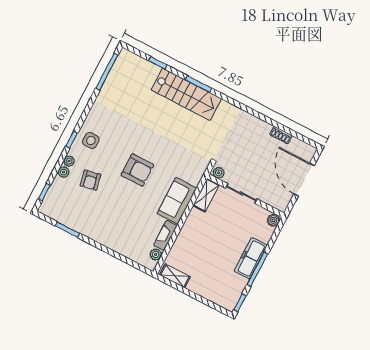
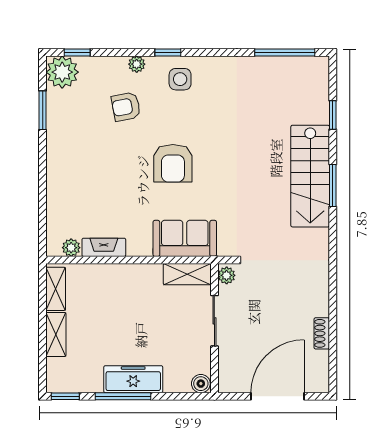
plant: (64, 172) -> (62, 72), moved, width x1.87, depth x1.87
sofa: (177, 201) -> (185, 238), moved
shelving: (201, 290) -> (56, 334), added

